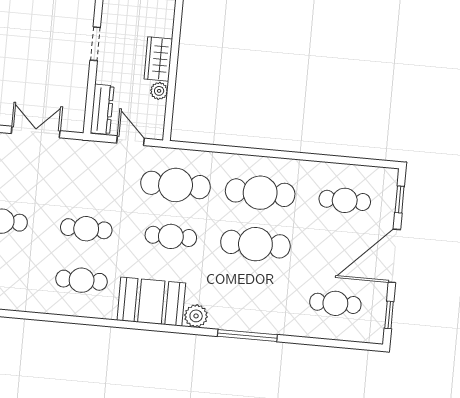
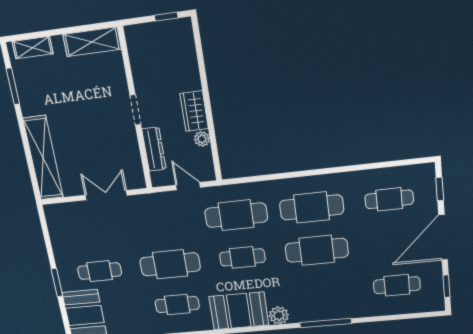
dresser: (102, 109) -> (154, 149), moved
cafe table: (86, 229) -> (170, 264), width x1.37, depth x1.35

